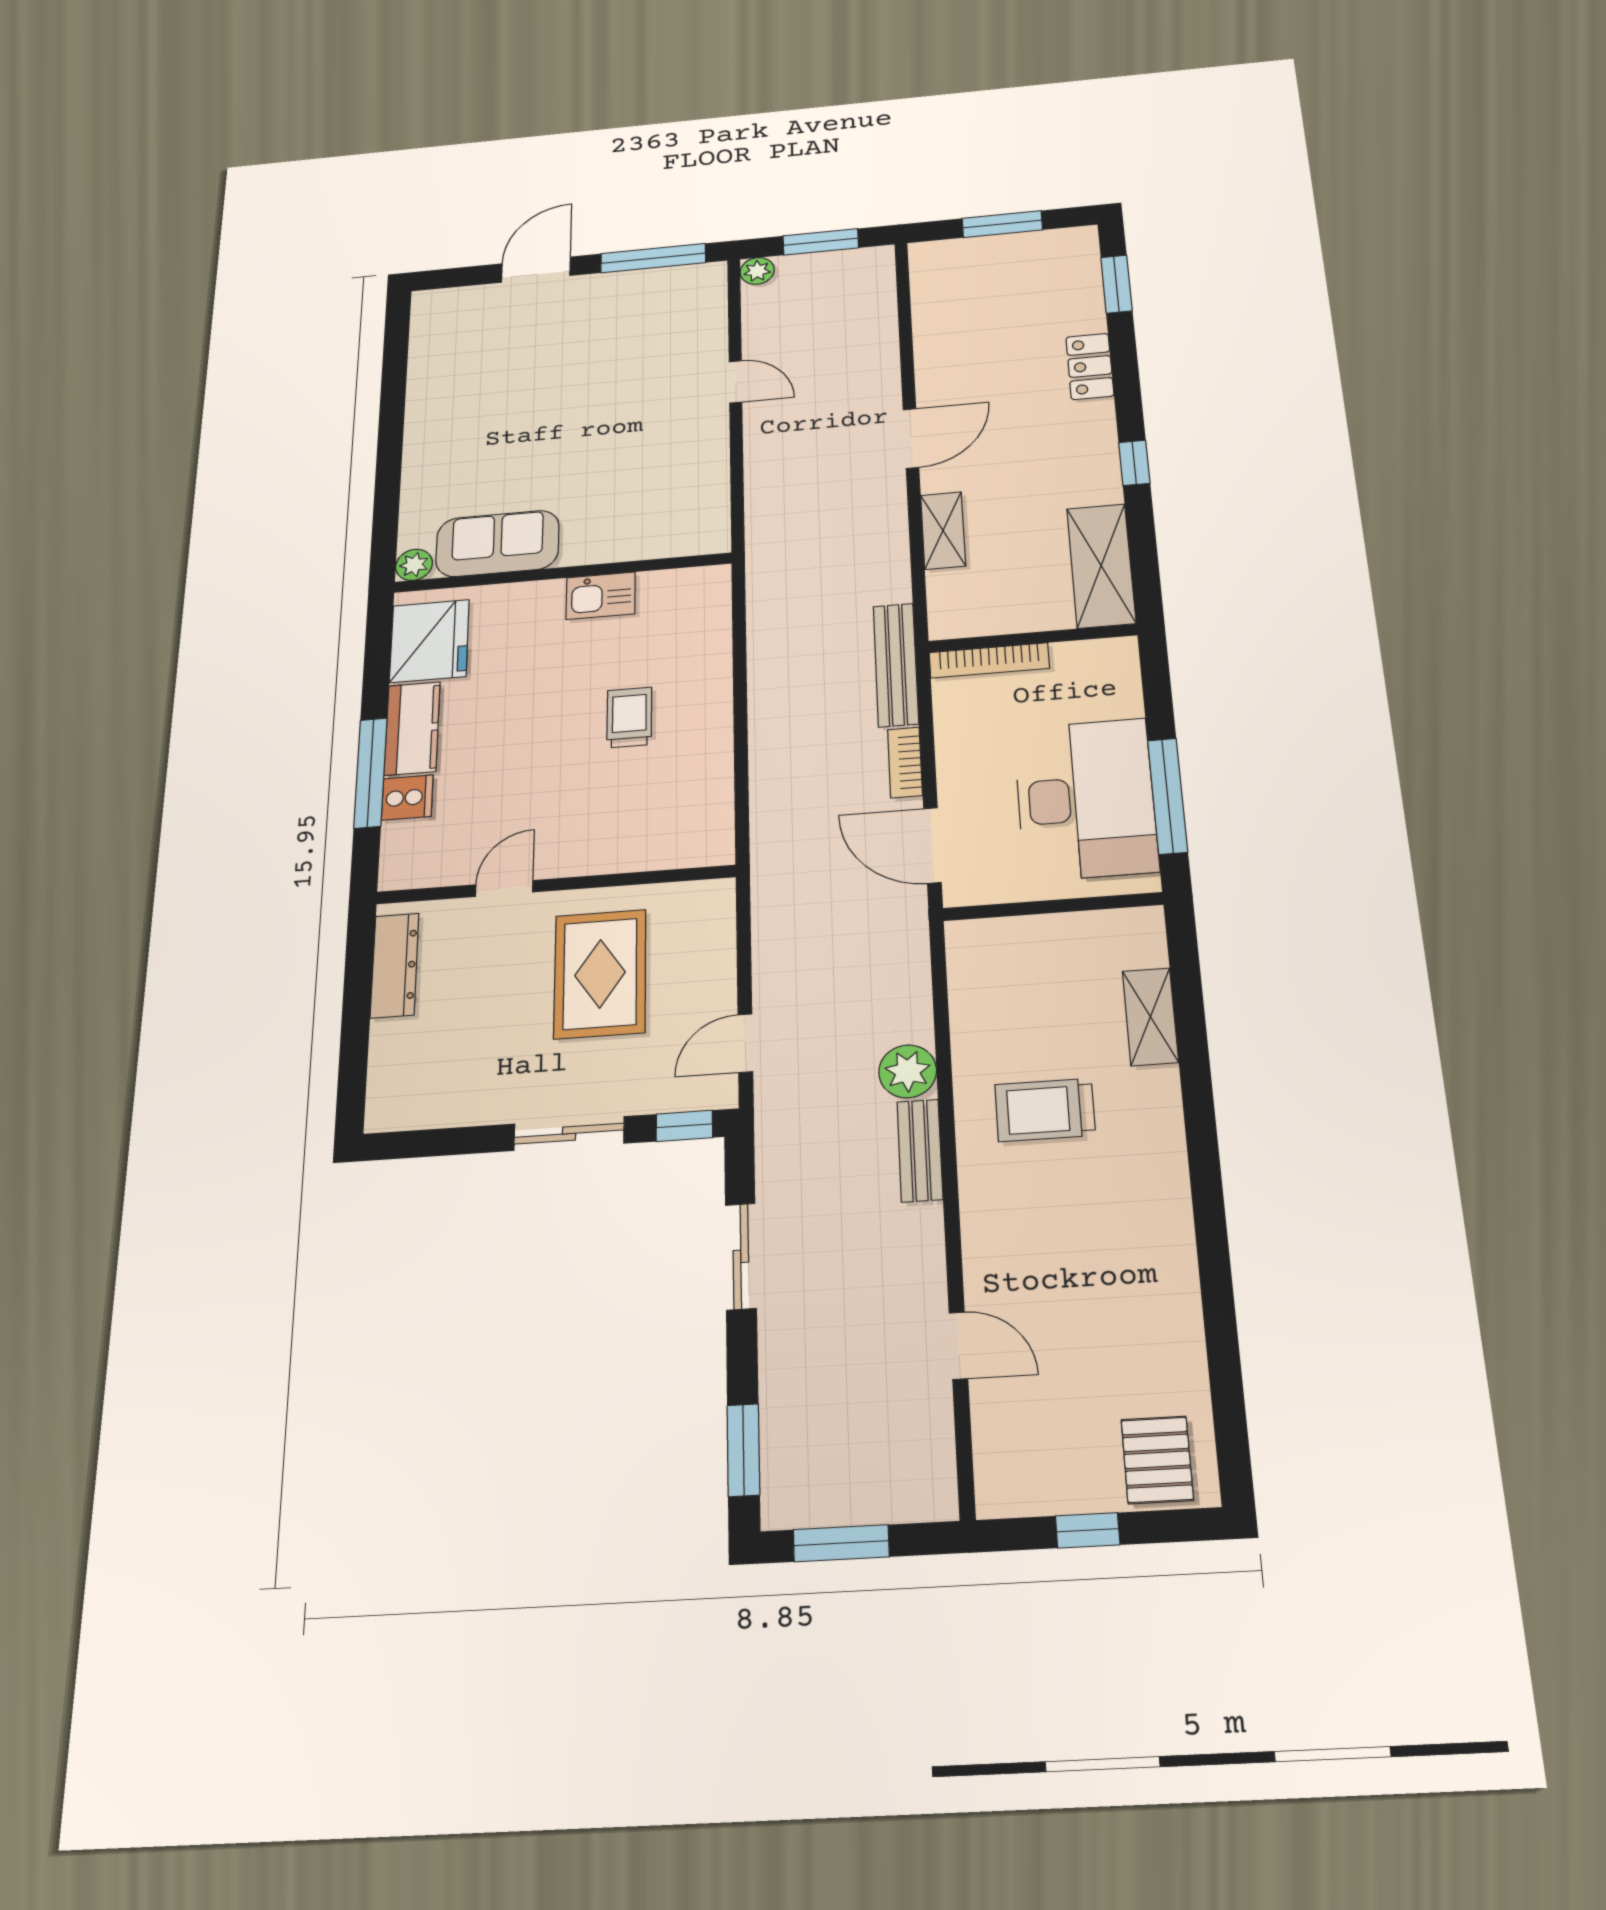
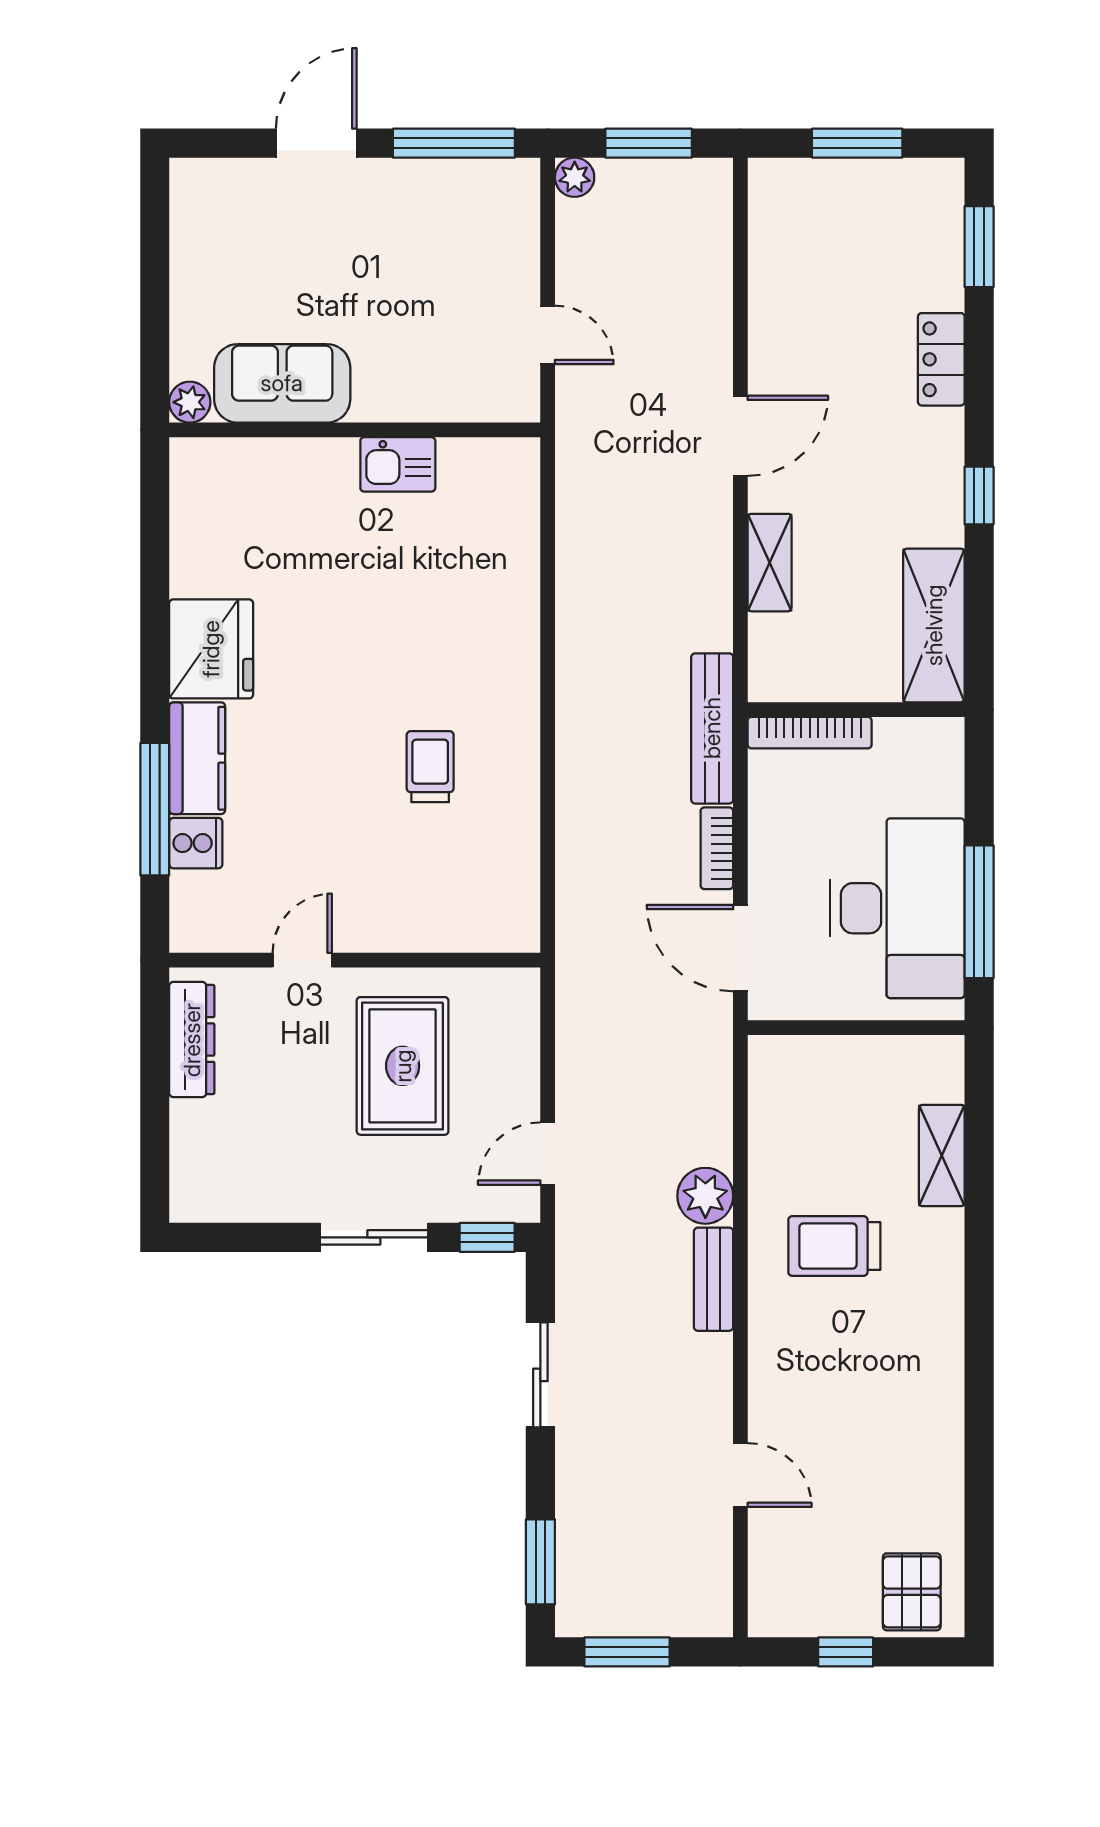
sofa: (497, 544) -> (282, 383), moved
plant: (414, 565) -> (190, 402), moved
wall: (562, 573) -> (355, 430), moved
kitchen sink: (601, 596) -> (398, 464), moved

